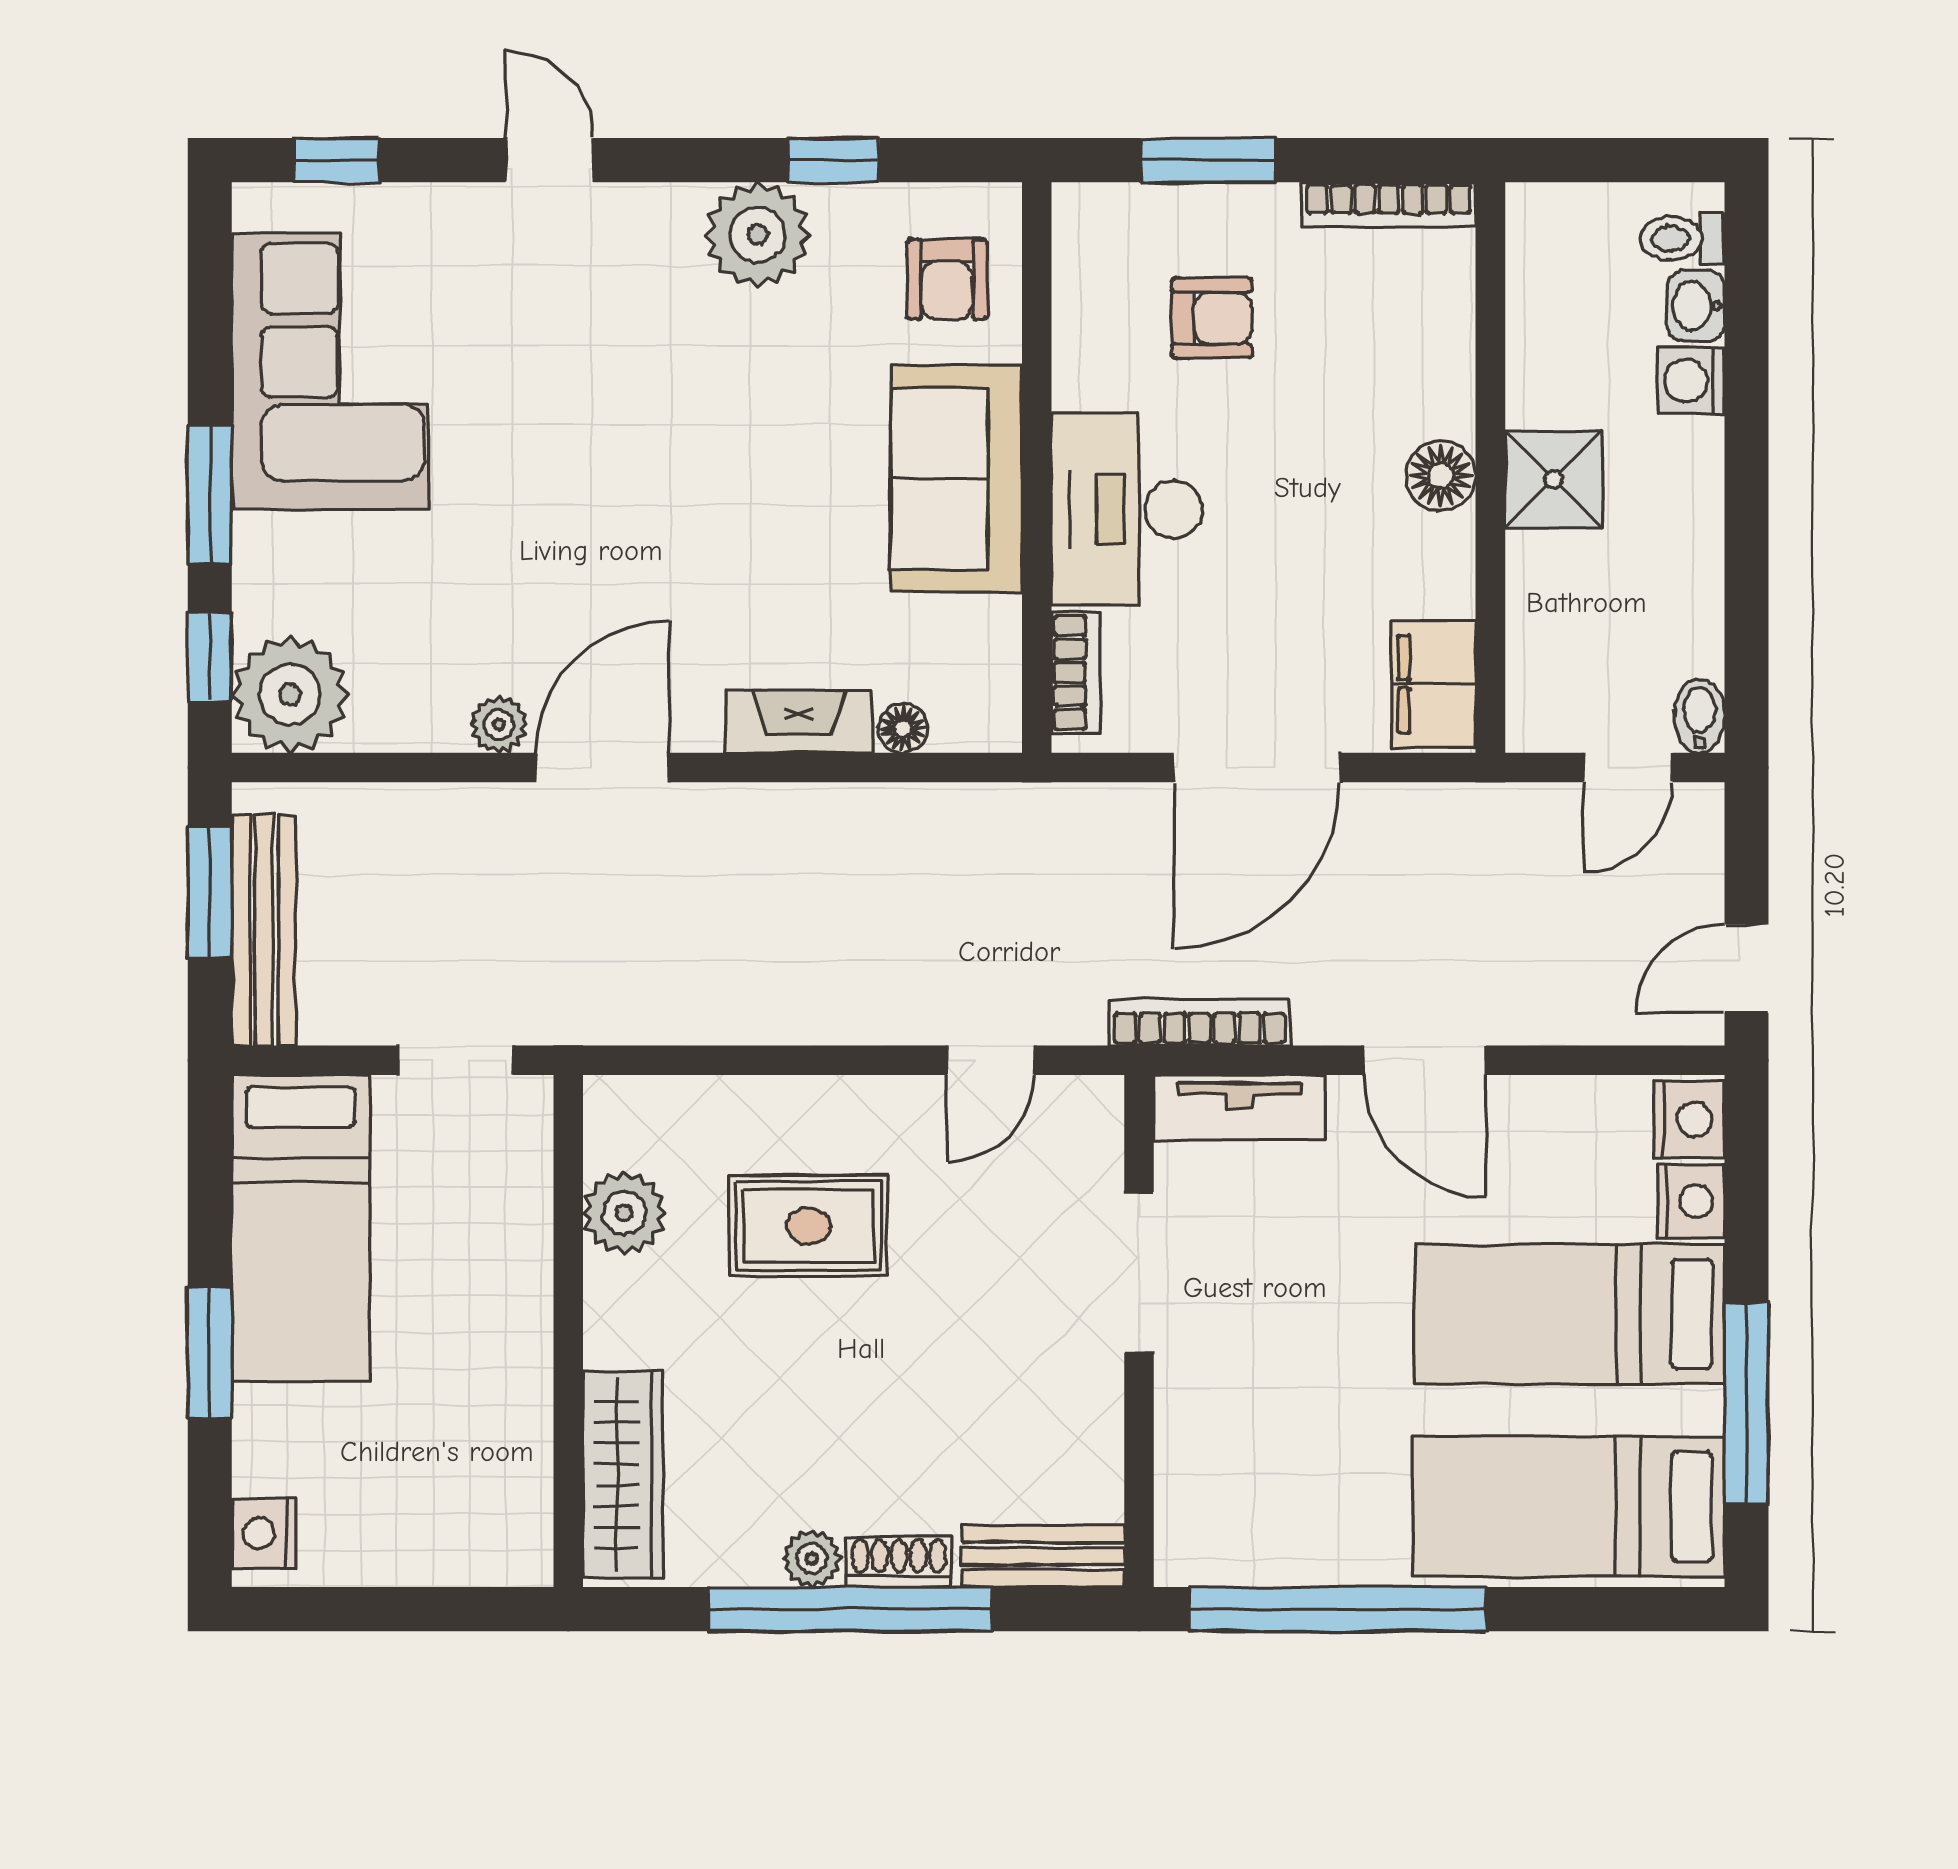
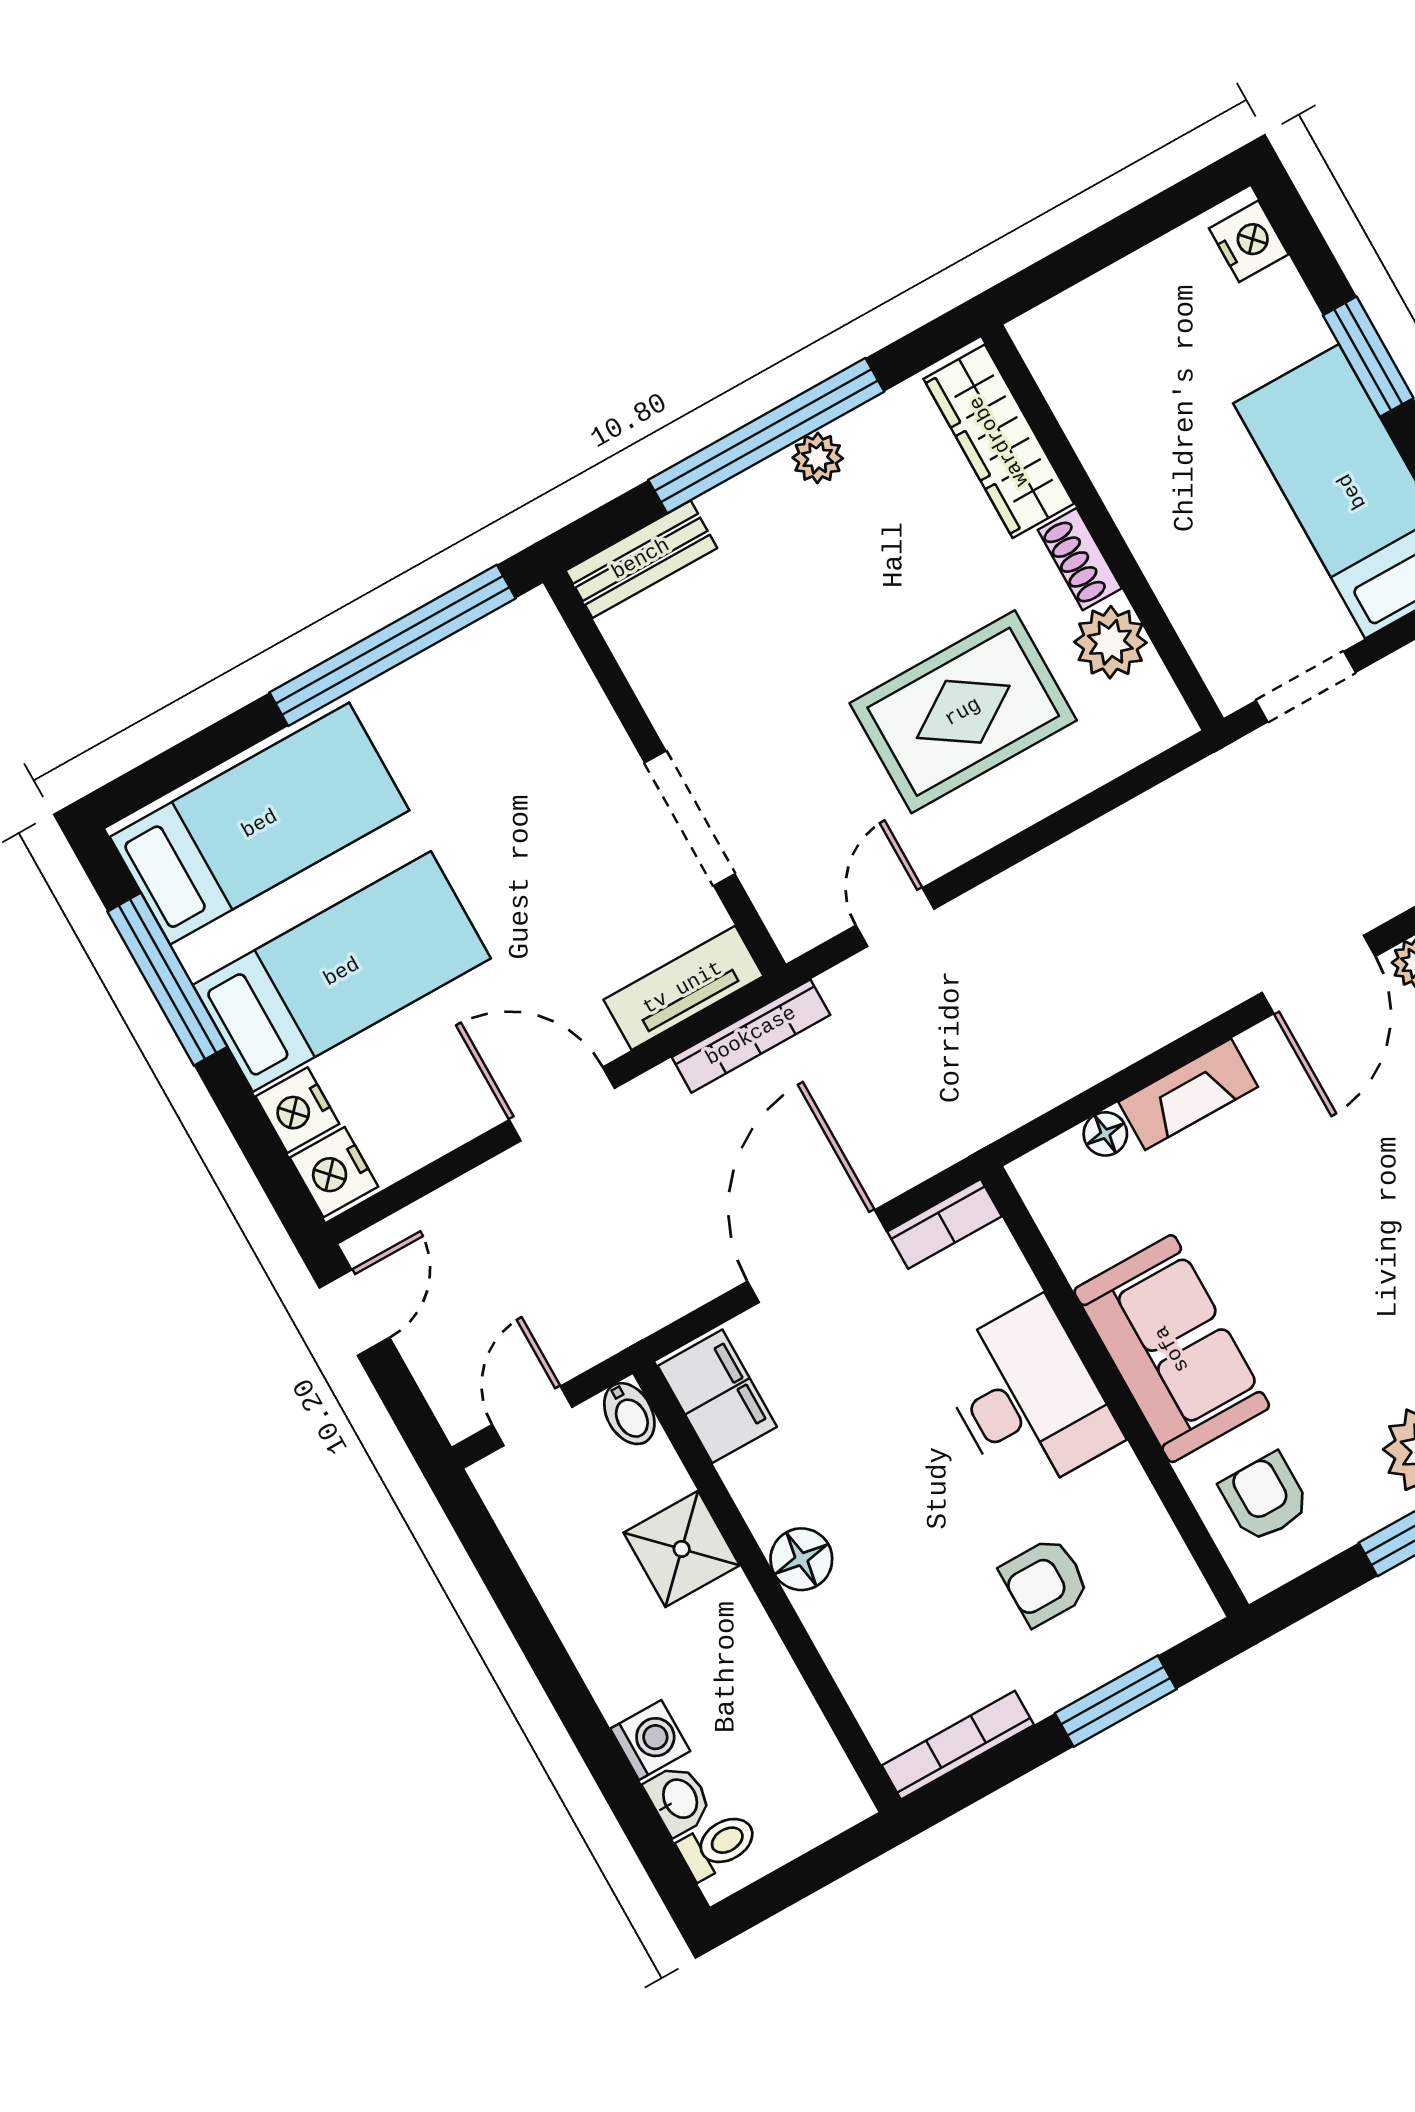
shower: (1554, 479) -> (682, 1549), moved
bookcase: (1076, 672) -> (944, 1224), moved, turned -90
bidet: (1699, 716) -> (629, 1414), moved
rug: (809, 1226) -> (963, 712), width x1.36, depth x1.43
shoe rack: (899, 1562) -> (1080, 559), moved, turned 90

